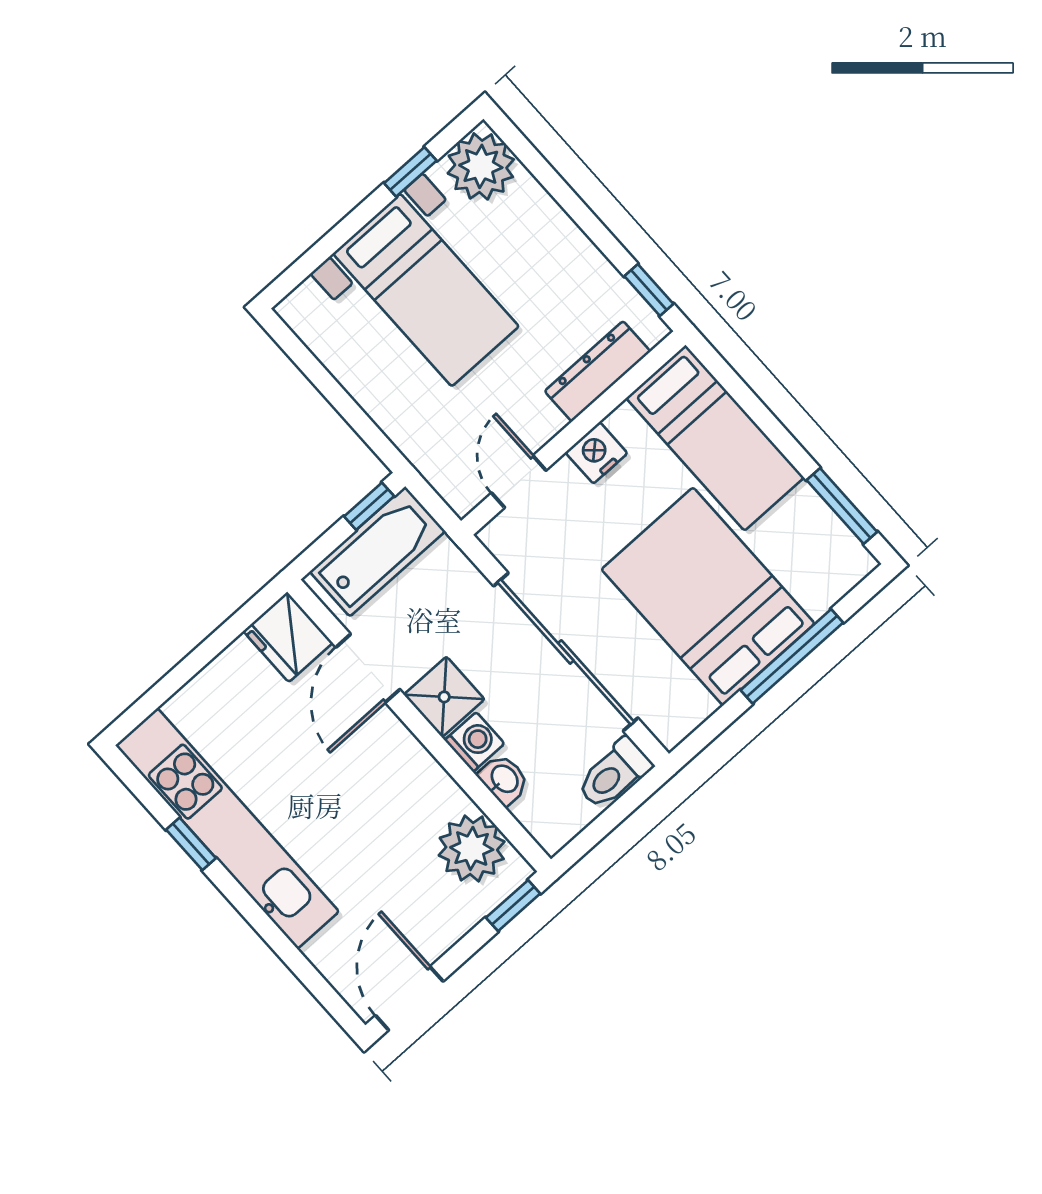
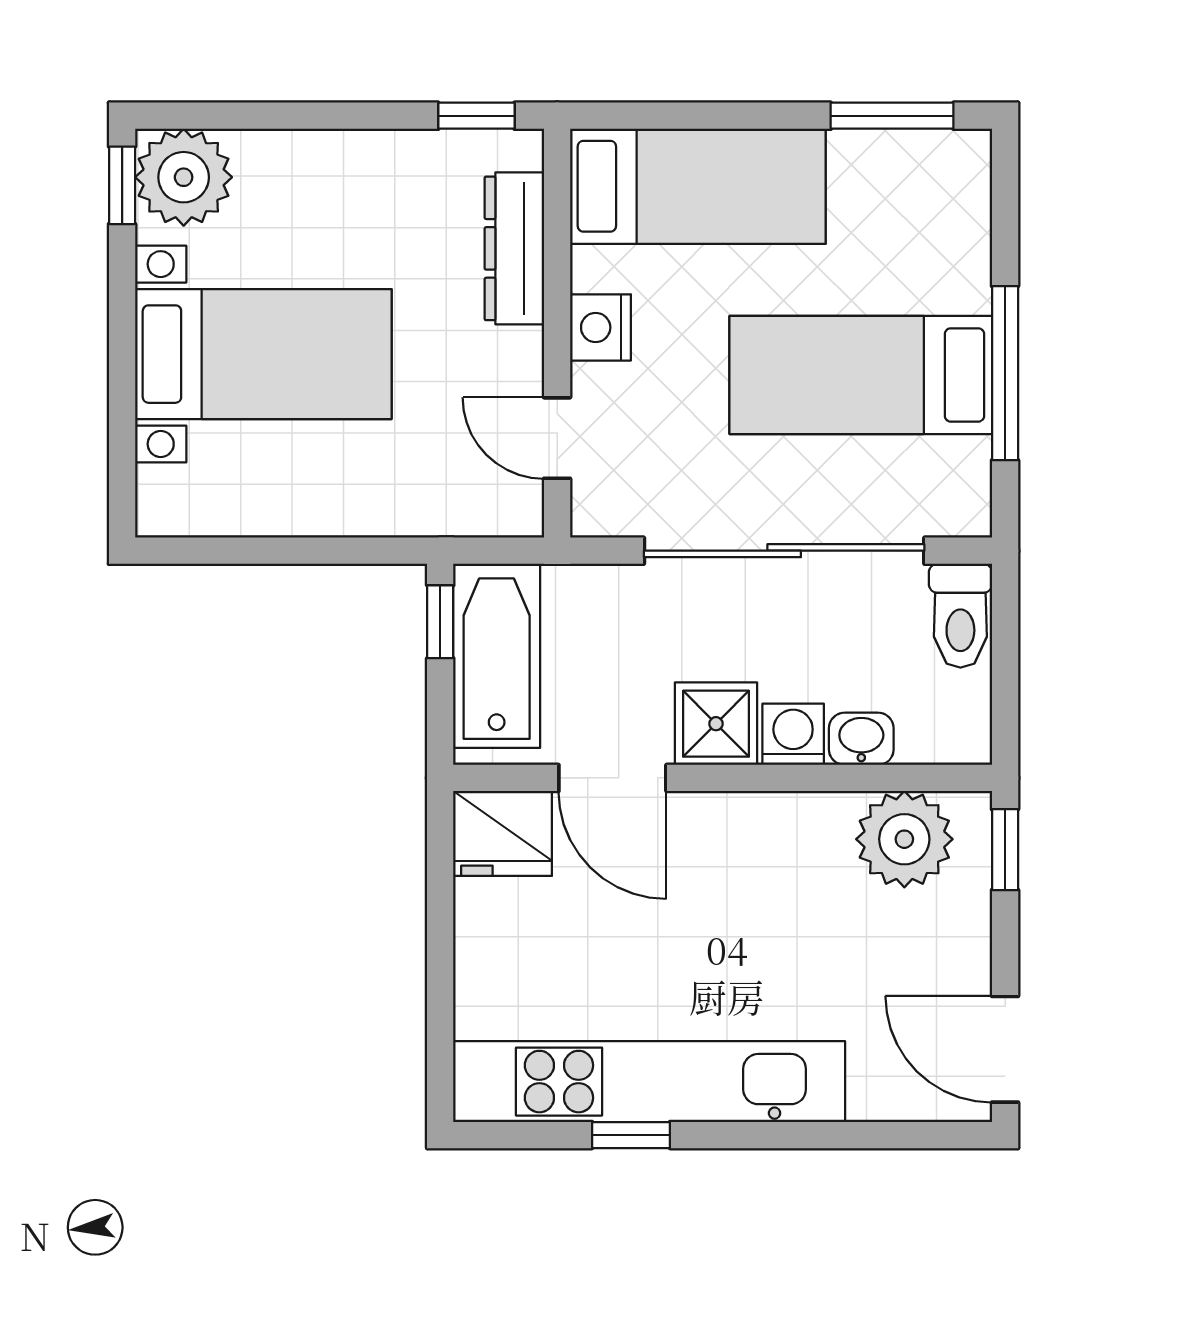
window: (410, 172) -> (122, 185), moved
bed: (708, 596) -> (861, 375), width x0.67
window: (792, 656) -> (1005, 373), moved

